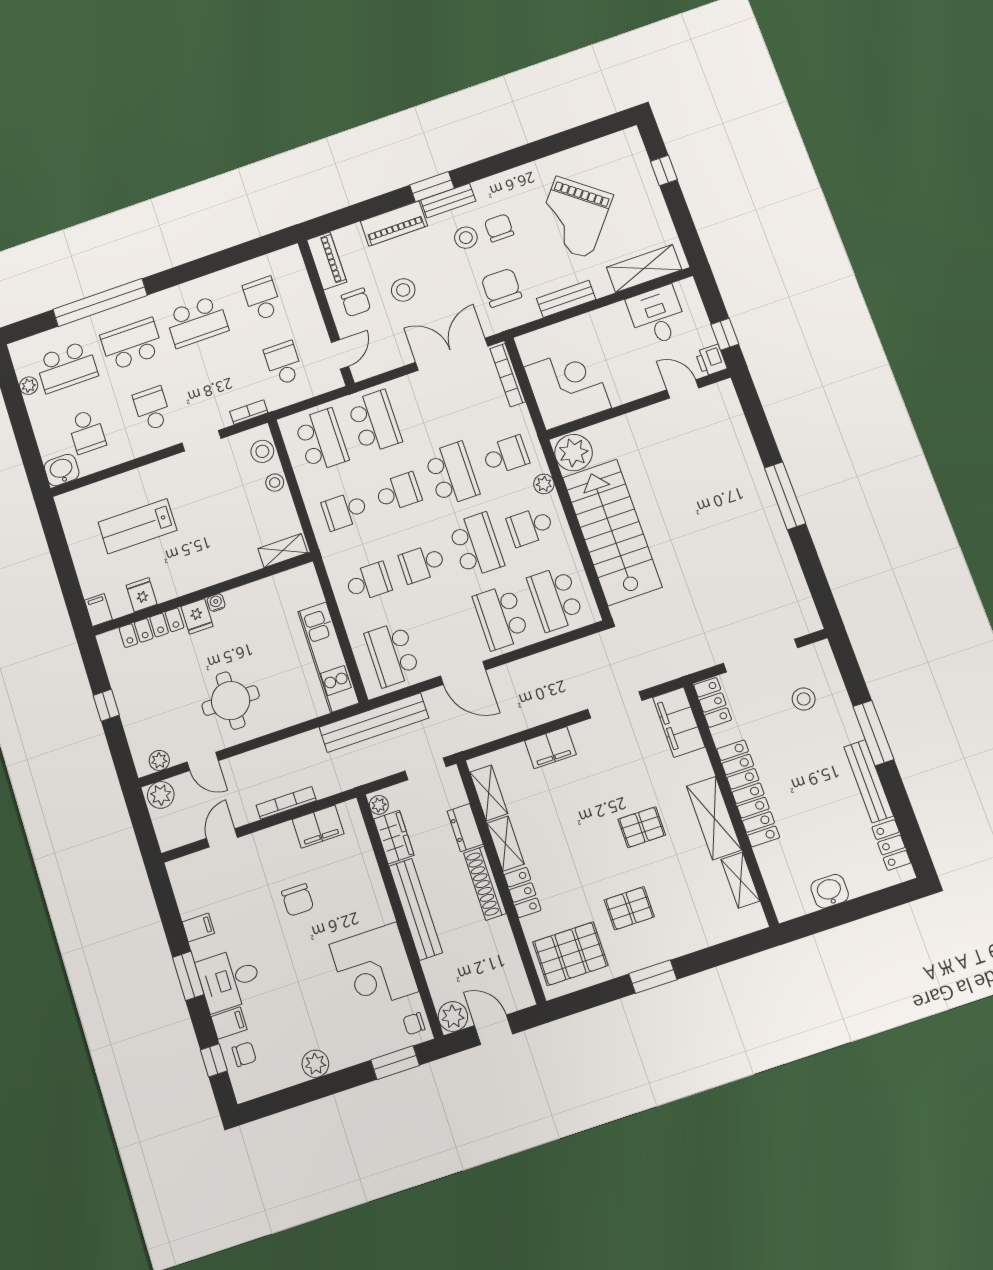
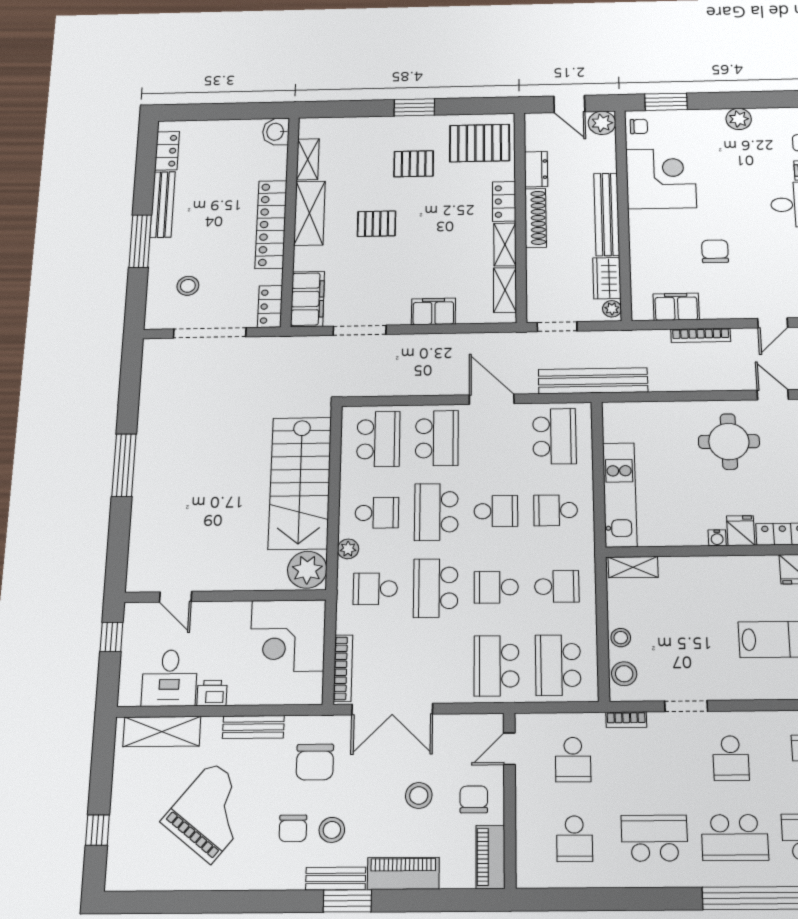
printer: (711, 360) -> (212, 693), moved, turned -90
kitchen unit: (328, 657) -> (620, 495), moved
dresser: (465, 828) -> (536, 169), moved
washbasin: (830, 891) -> (276, 132), moved, turned 90

